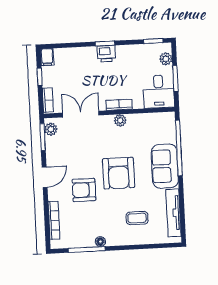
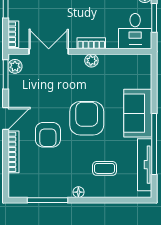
window: (179, 148) -> (154, 144), moved
armchair: (119, 173) -> (87, 118), turned 180
armchair: (84, 190) -> (48, 135), turned -90
bookcase: (54, 220) -> (13, 152), moved
floor lamp: (100, 242) -> (78, 192), moved

